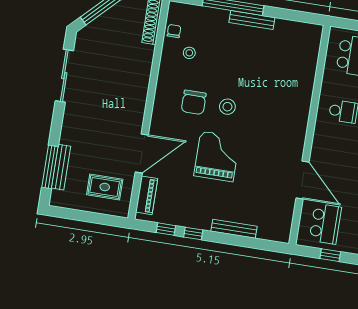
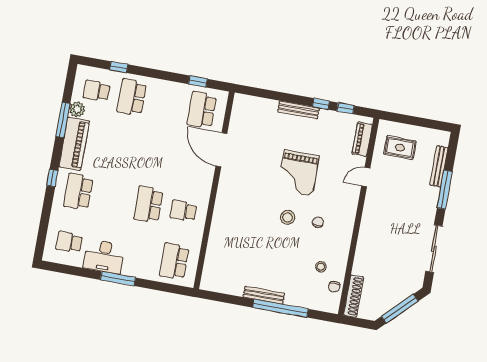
chair: (194, 102) -> (318, 222), width x0.54, depth x0.54
door: (142, 153) -> (366, 177), width x0.53
window: (50, 167) -> (445, 190), moved
bench: (234, 229) -> (298, 110), moved

